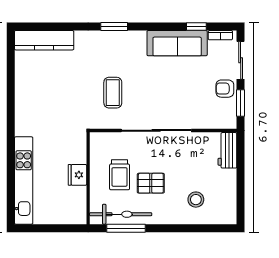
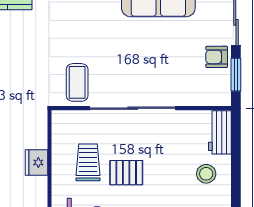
coffee table: (113, 93) -> (77, 82), moved
trolley: (120, 175) -> (88, 162), turned 180
stool: (196, 200) -> (206, 174), moved

